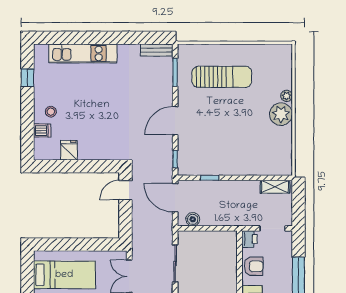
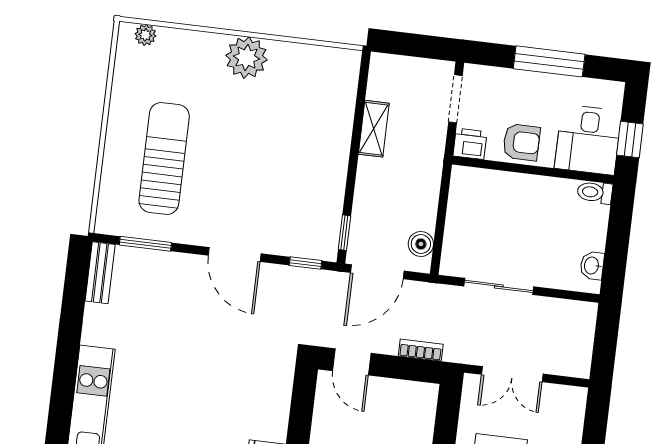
plant: (287, 96) -> (145, 35), moved
window: (210, 178) -> (344, 233), moved
shelving: (275, 187) -> (374, 129), moved
bookcase: (136, 226) -> (421, 350), added
armchair: (254, 266) -> (521, 142), turned 90

